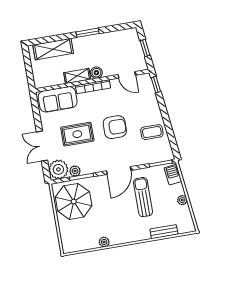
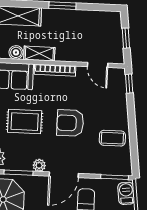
boiler: (96, 73) -> (16, 52), moved
armchair: (115, 127) -> (70, 123), turned 180
plant: (75, 171) -> (39, 165), moved

